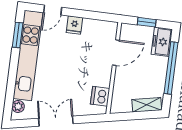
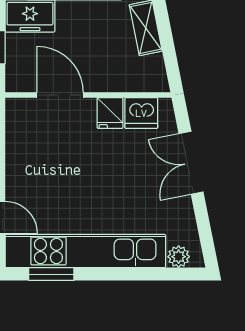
fridge: (74, 25) -> (110, 113), moved, turned 90
double door: (56, 121) -> (191, 163), moved

